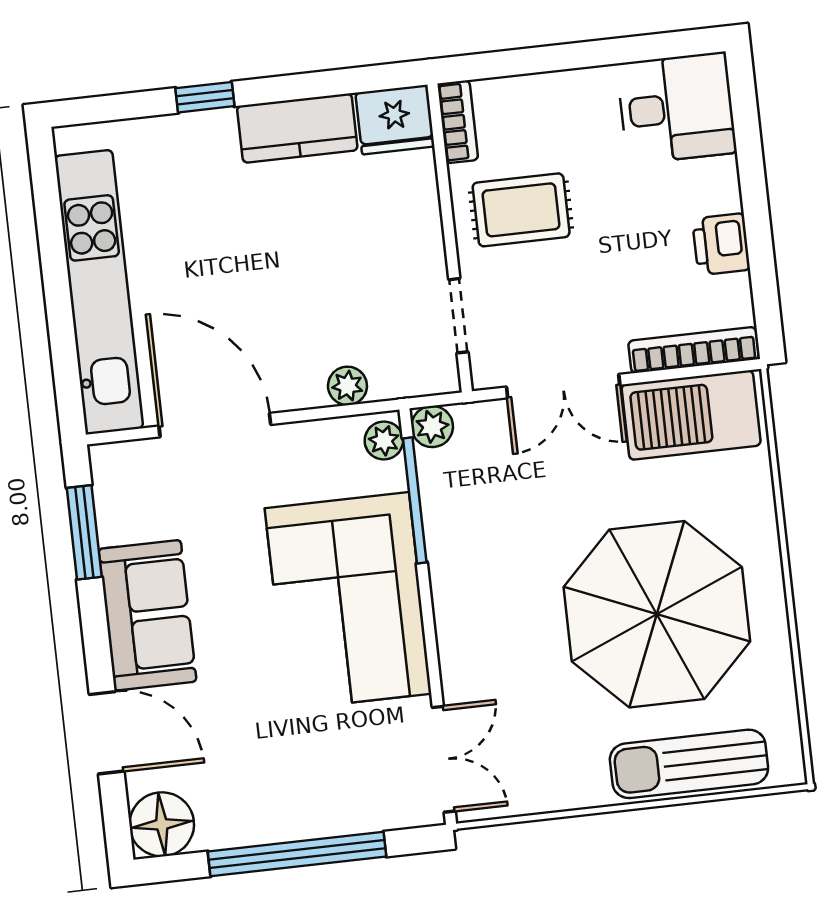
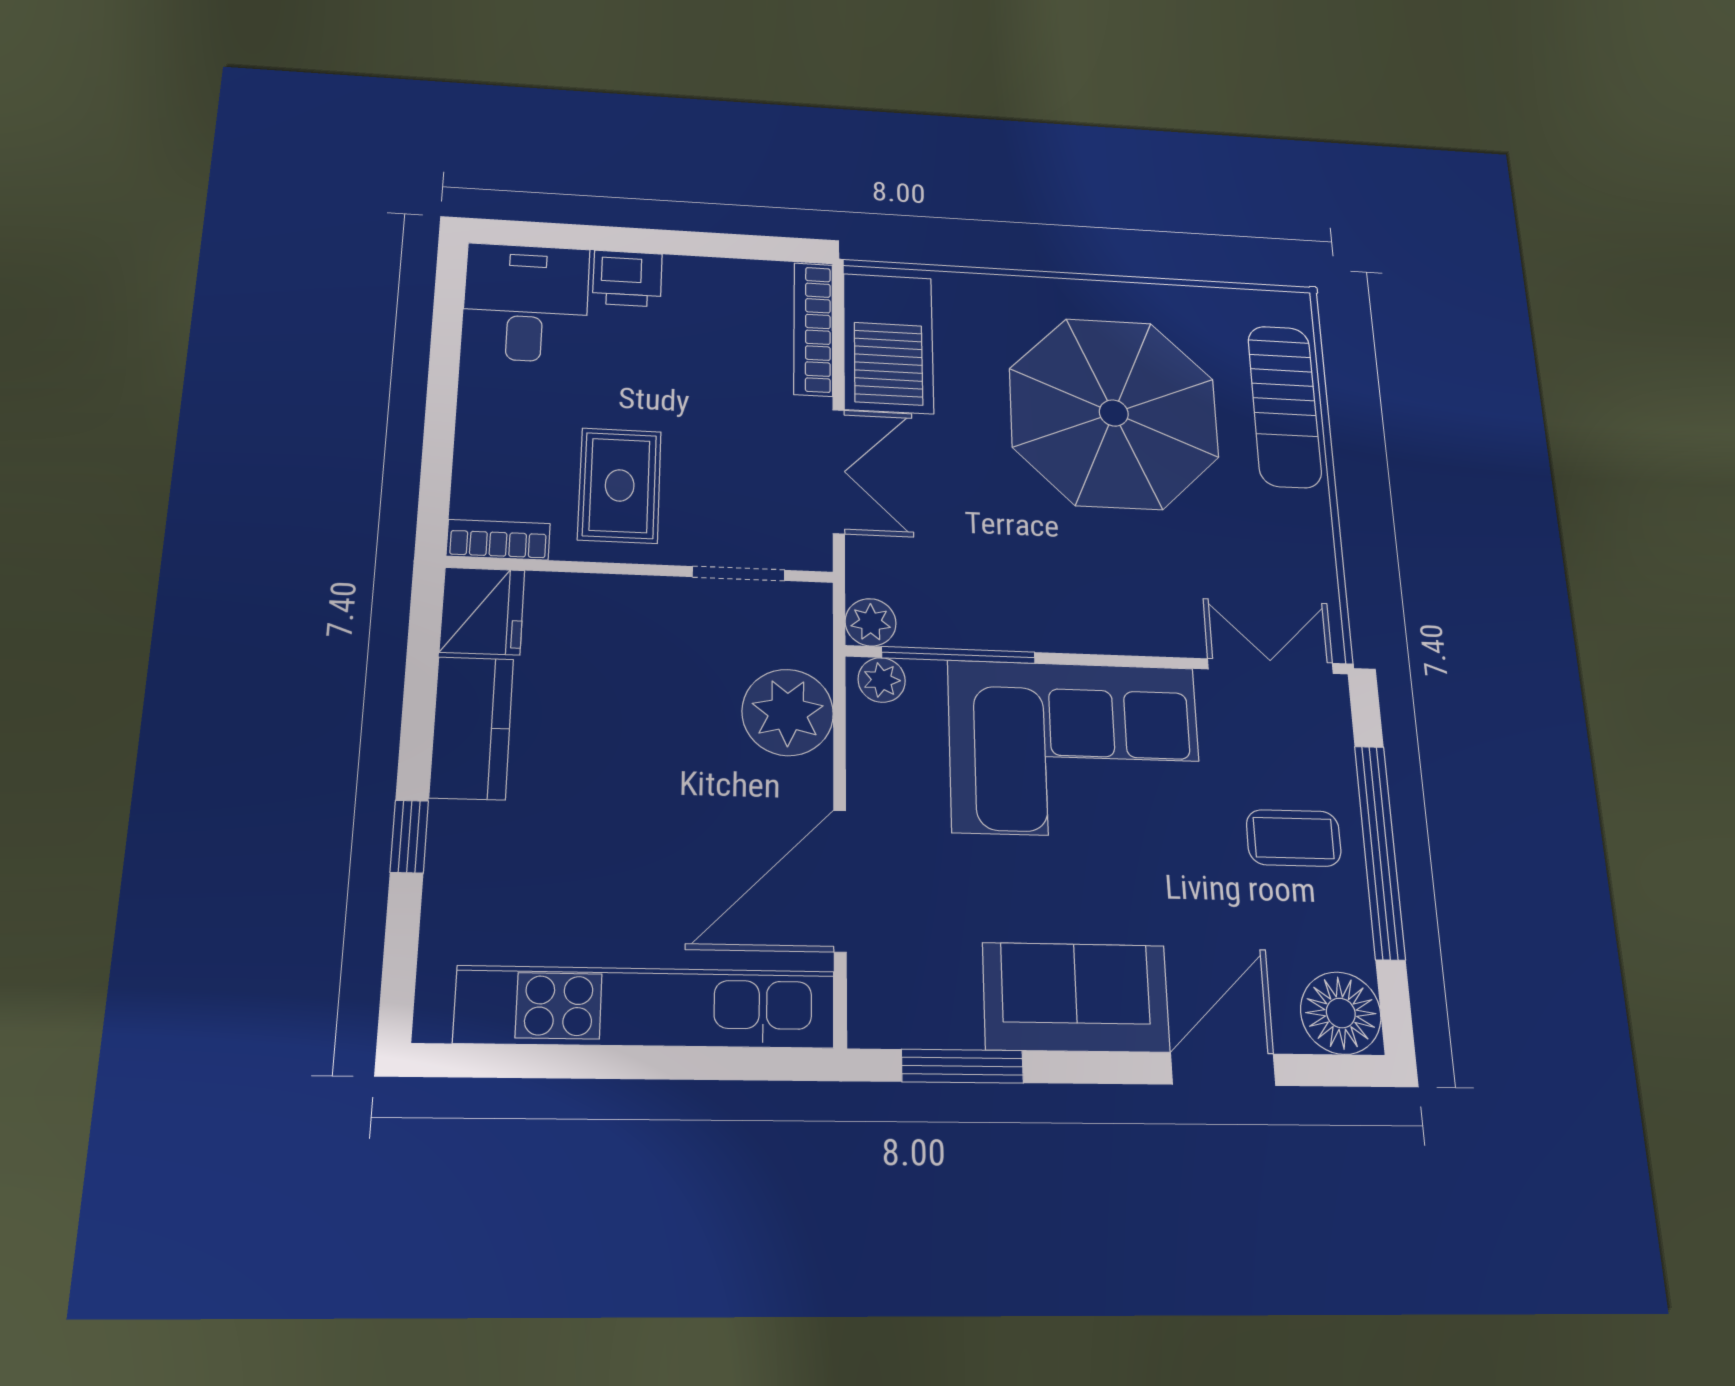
printer: (721, 244) -> (627, 279), moved
plant: (347, 386) -> (788, 712), width x1.88, depth x1.88
coffee table: (299, 783) -> (1294, 838), added

